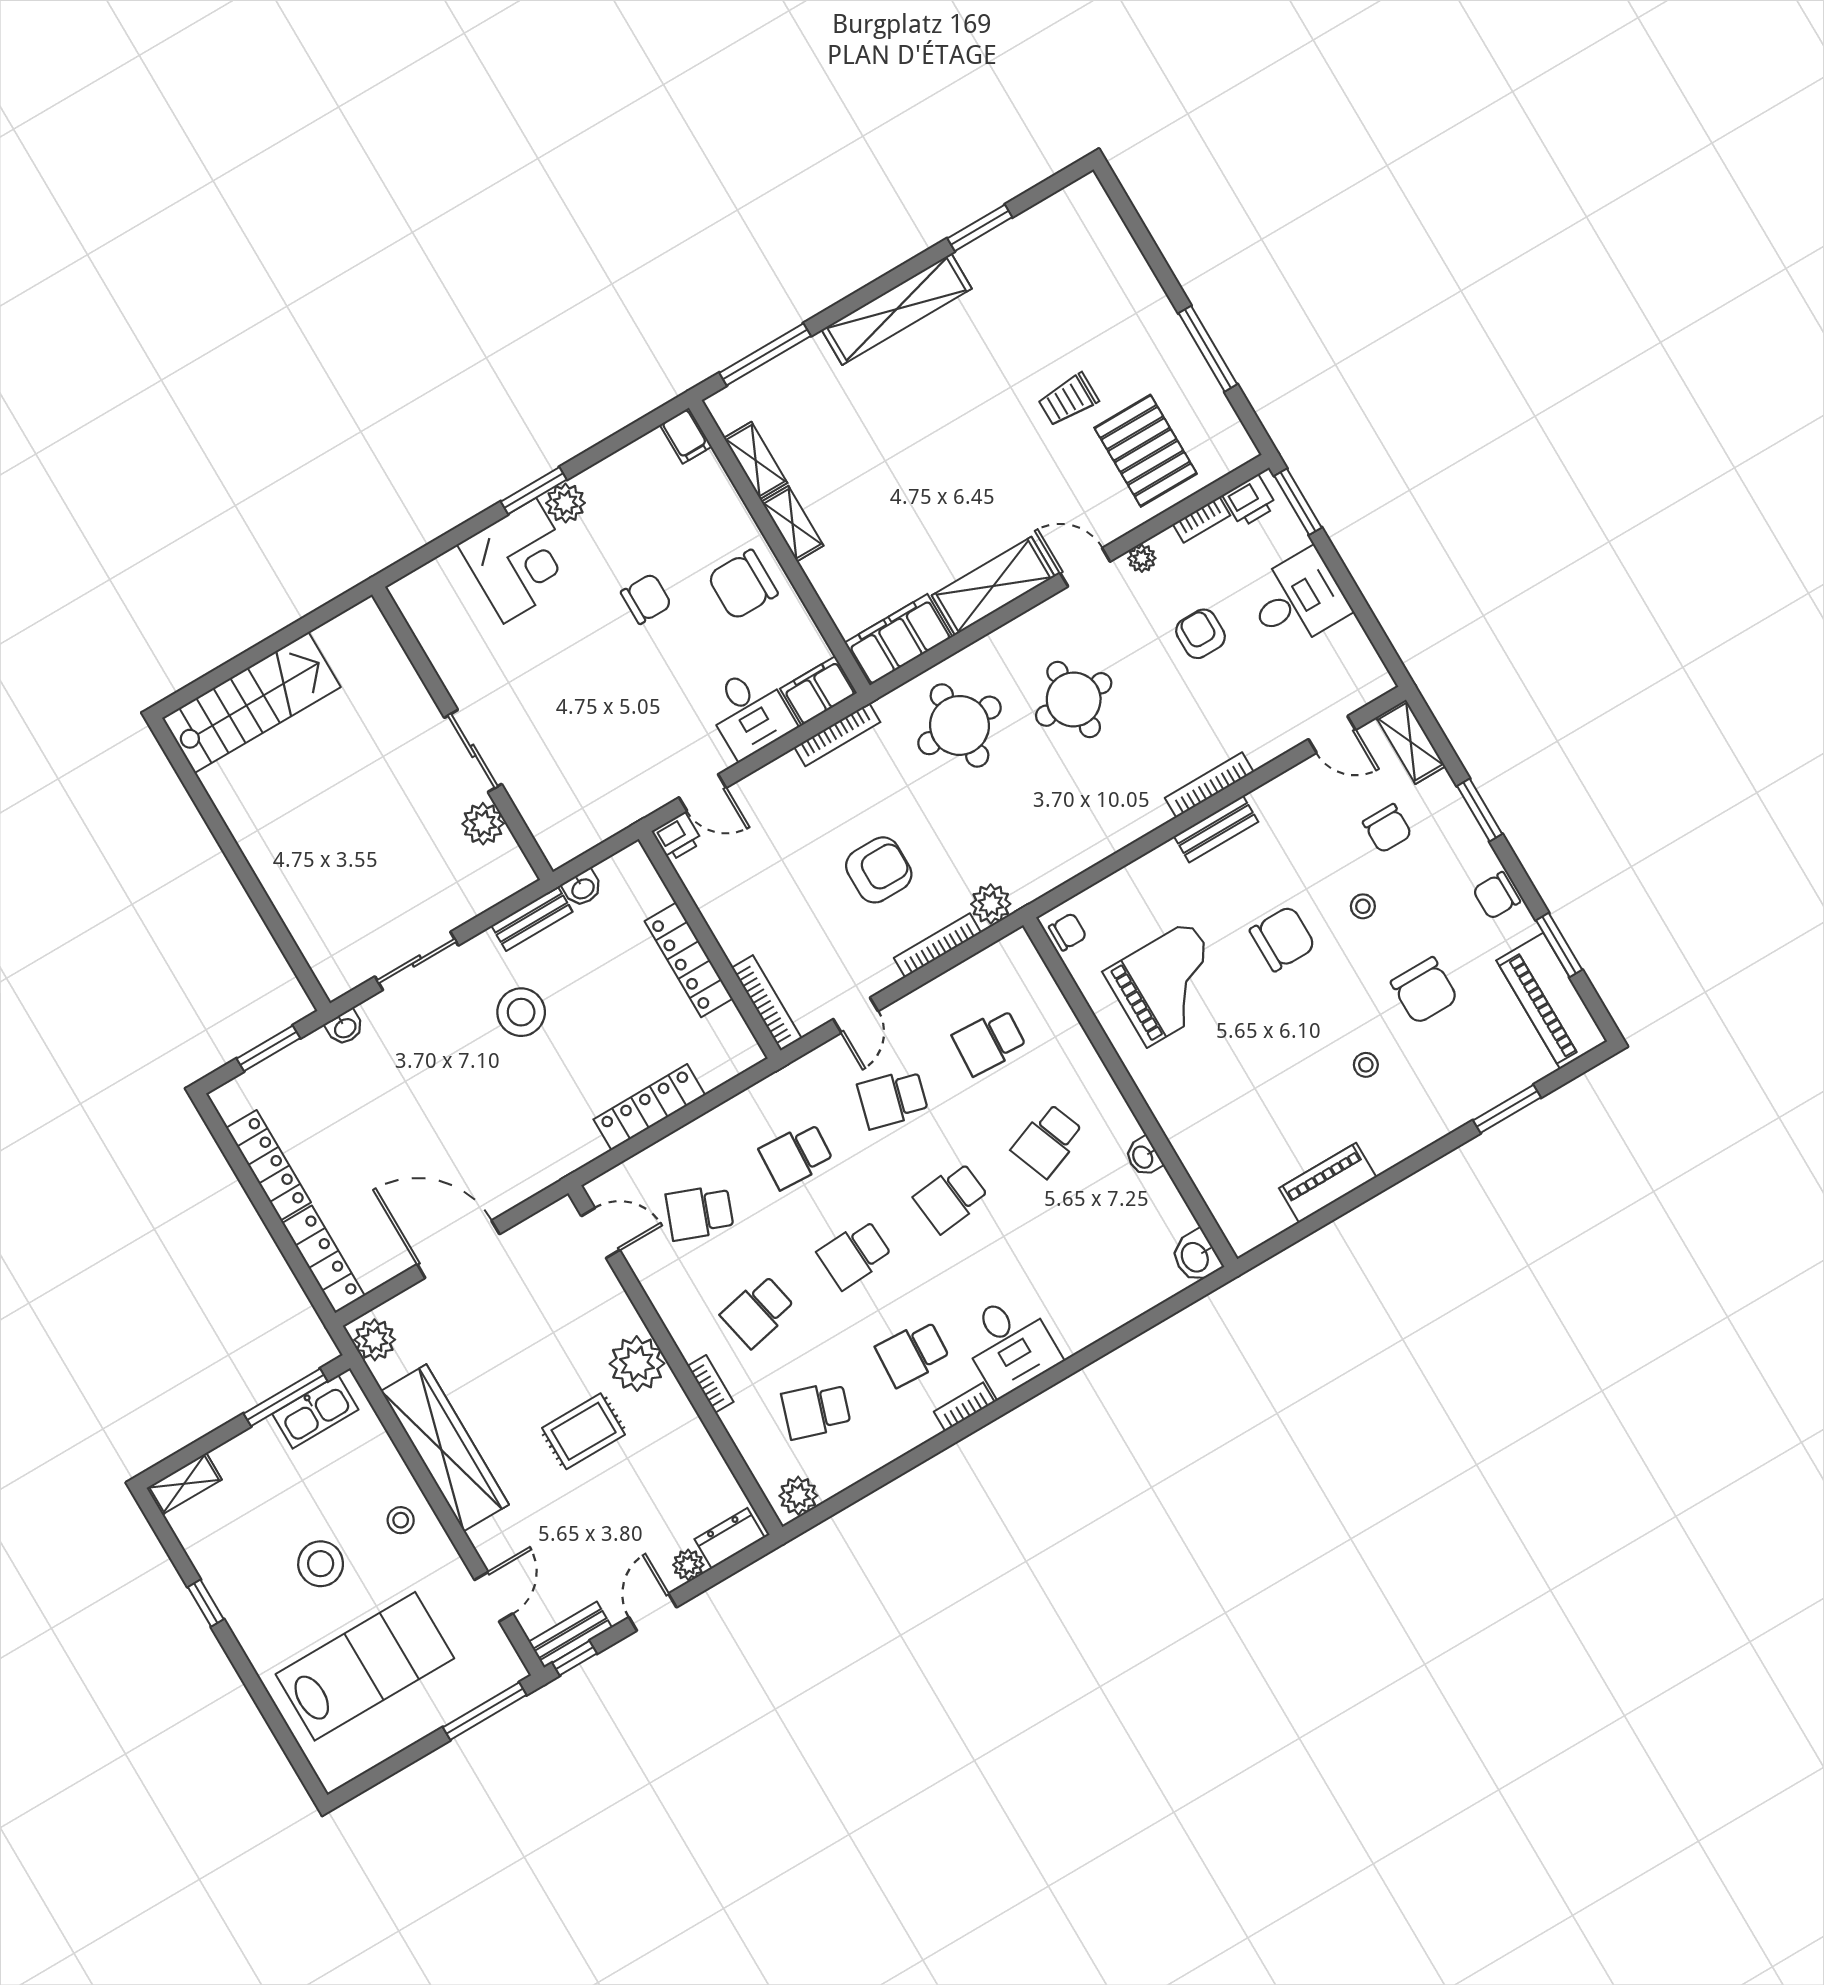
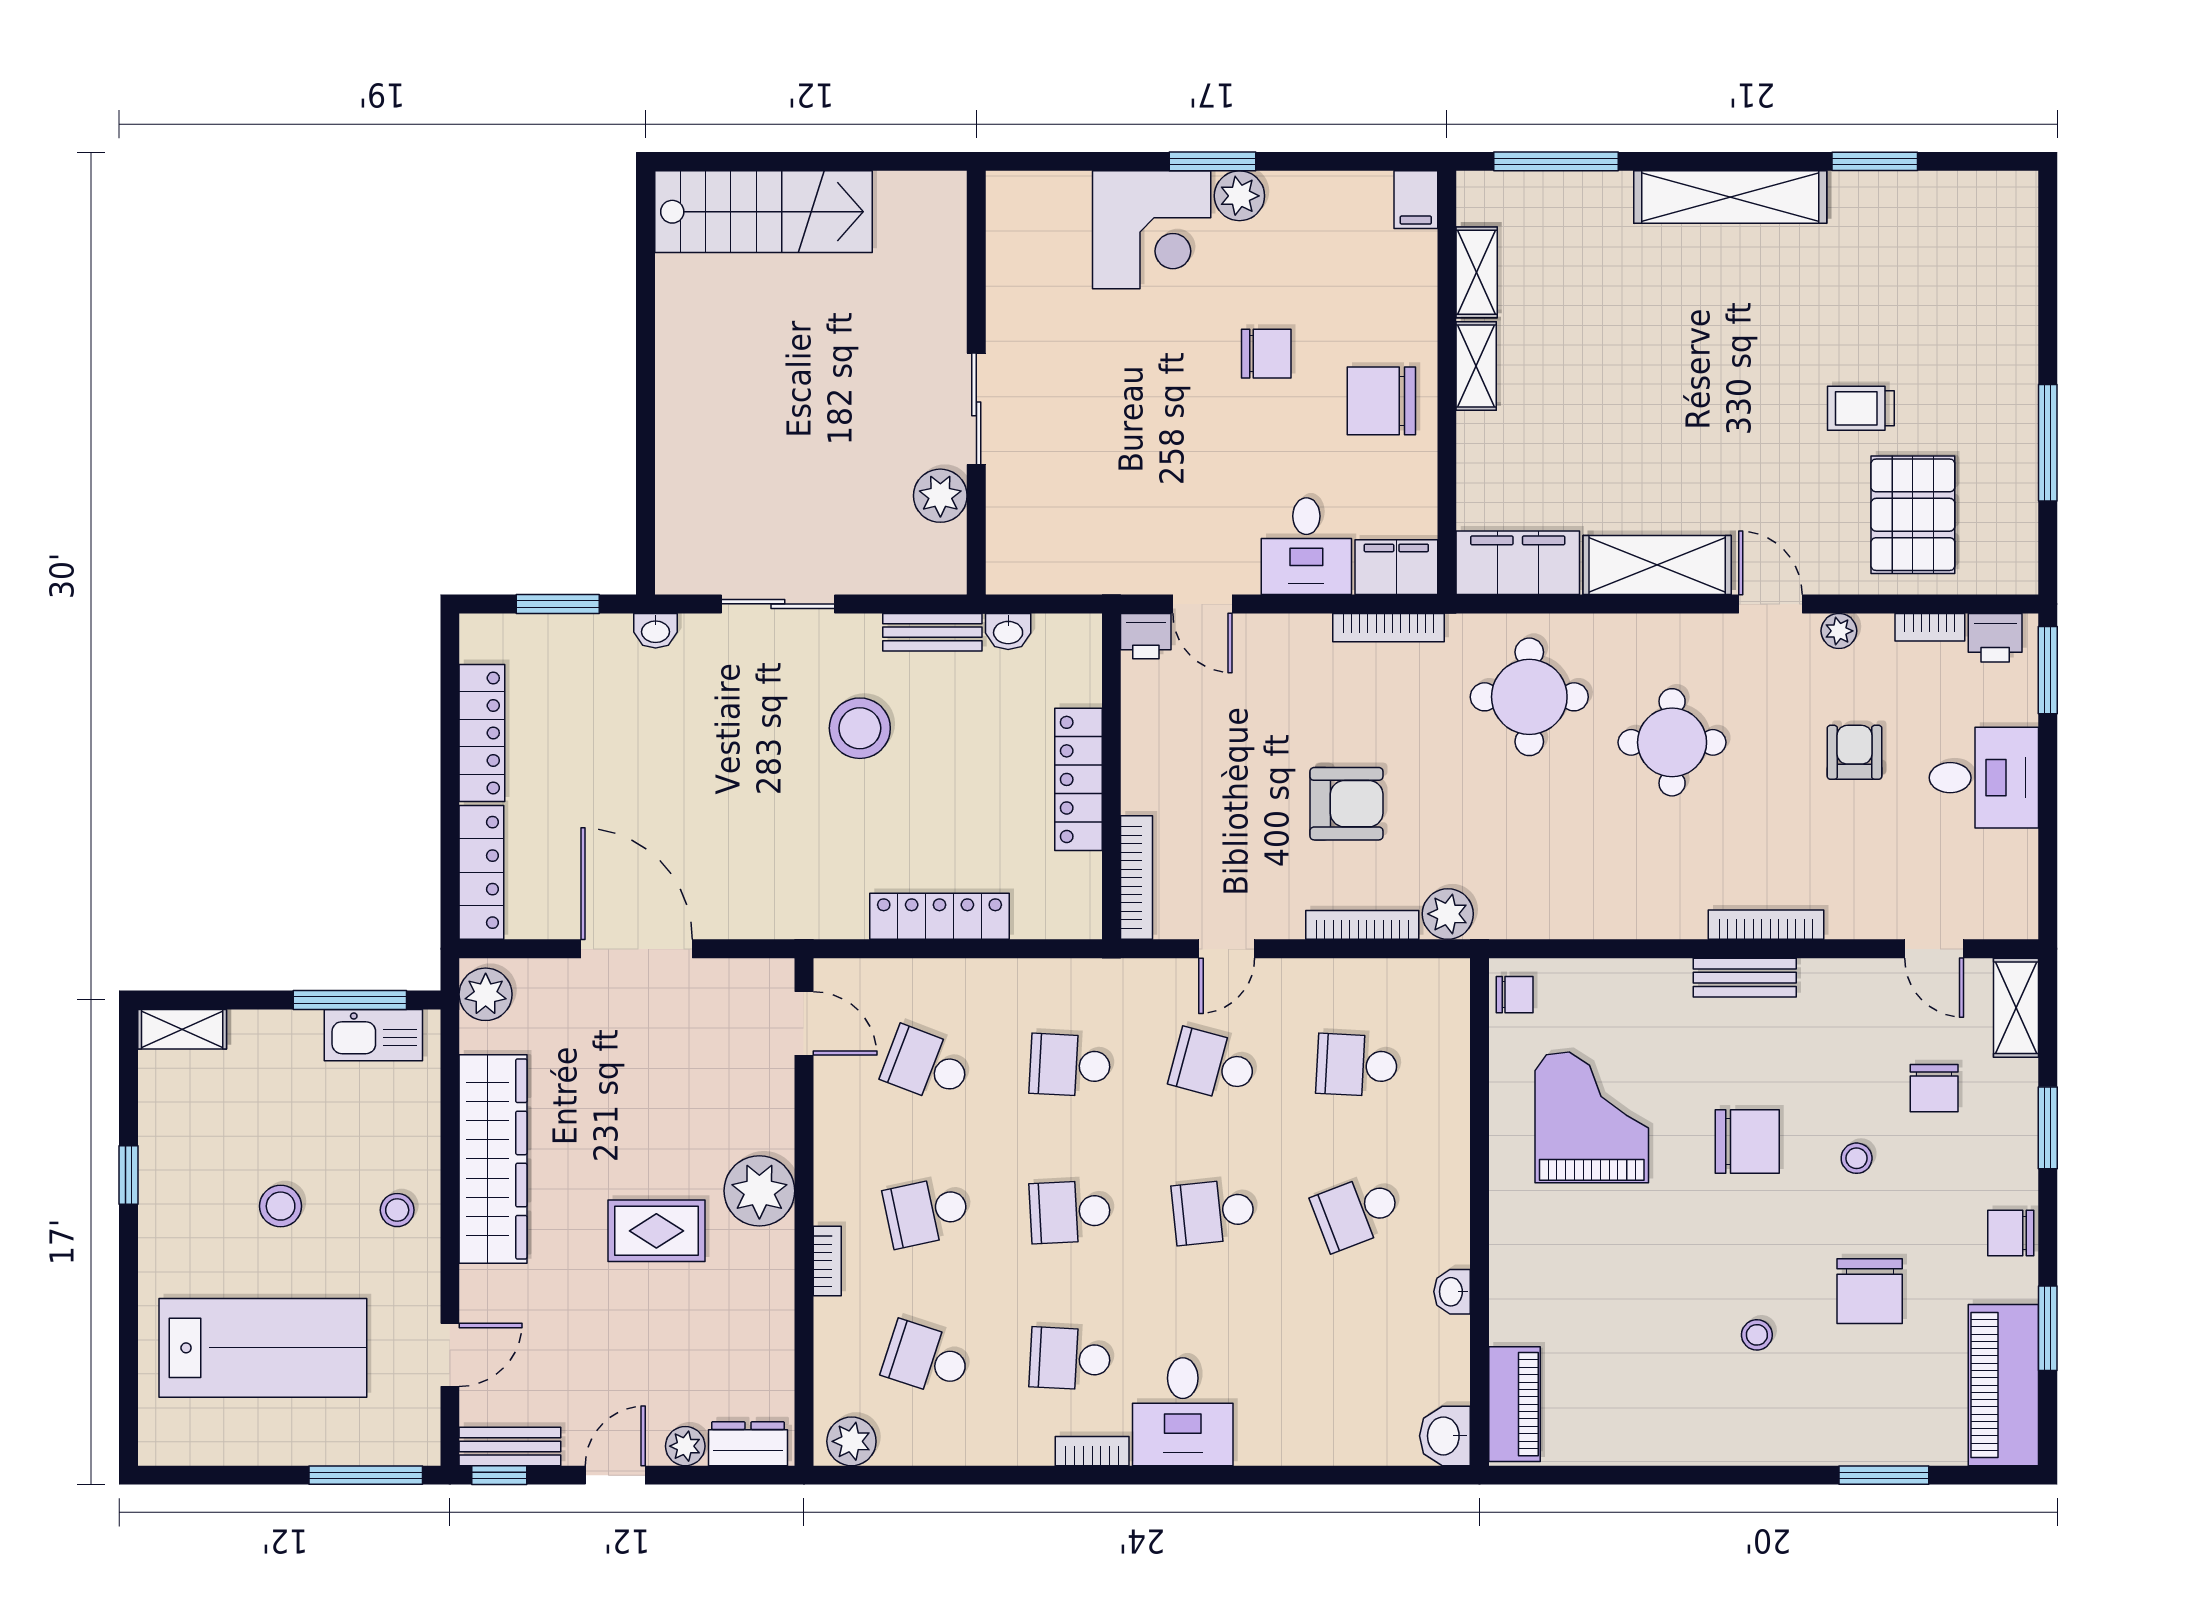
grand piano: (1168, 984) -> (1592, 1117), turned -90
piano: (1328, 1183) -> (1514, 1404), moved, turned 90
stool: (321, 1564) -> (281, 1206), width x0.73, depth x0.73

